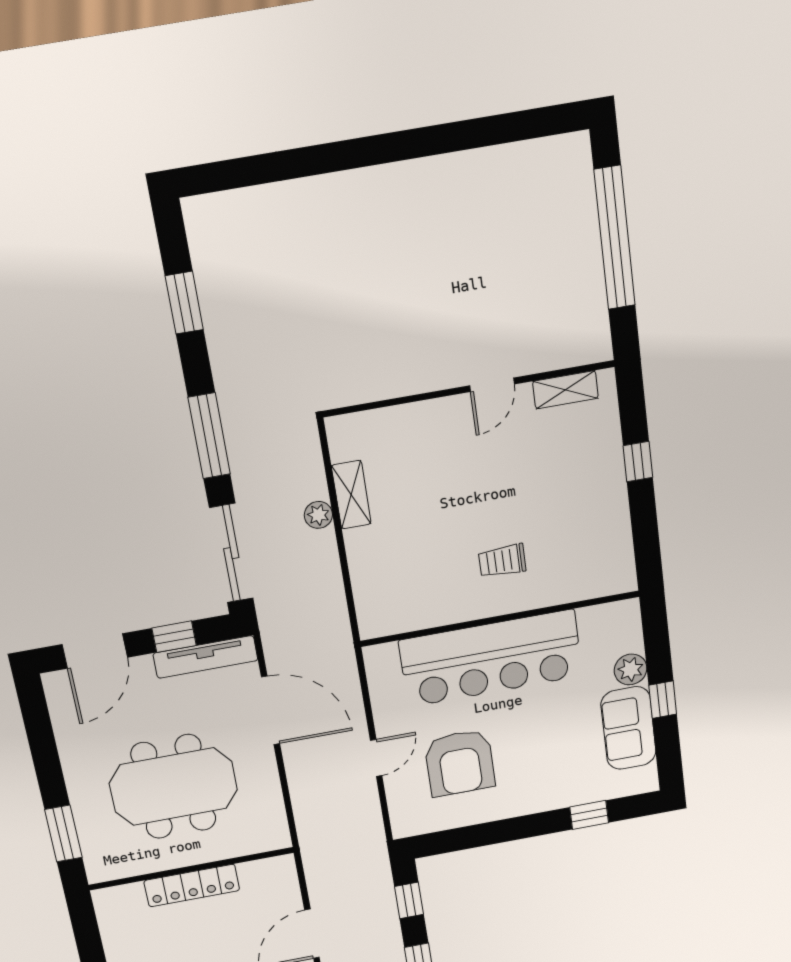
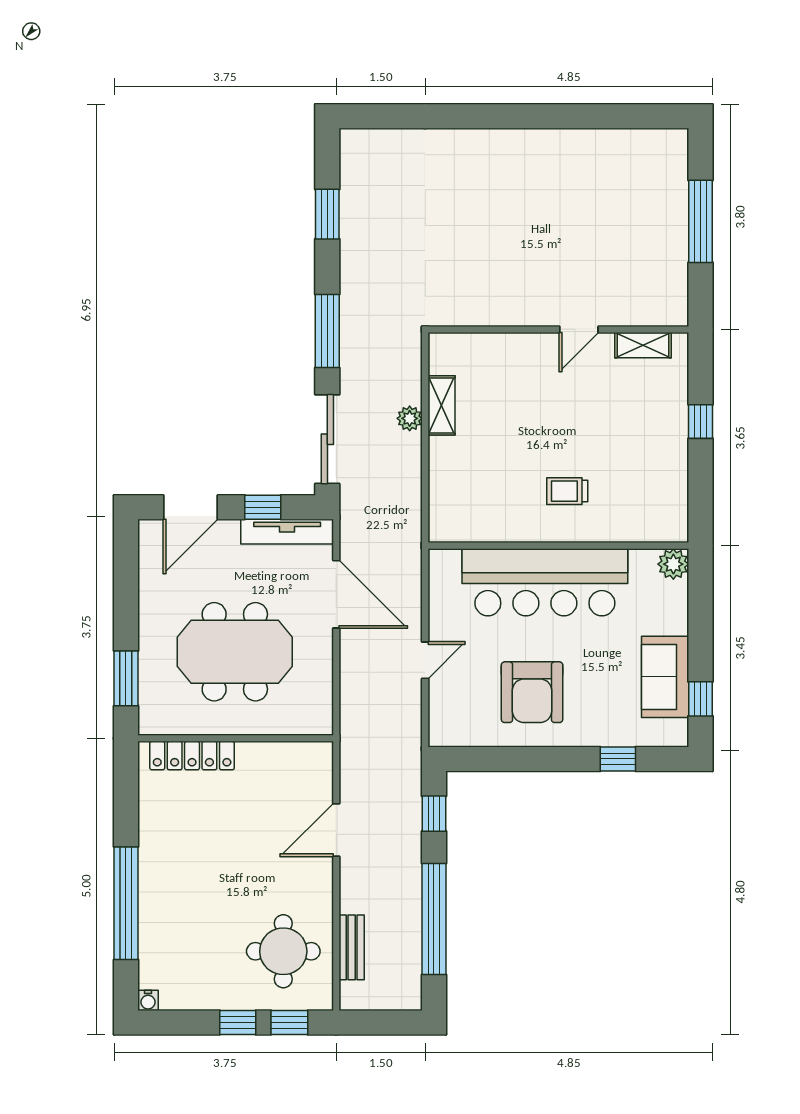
window: (615, 238) -> (701, 221), width x0.68
plant: (631, 669) -> (673, 564), moved
window: (663, 700) -> (701, 699), moved
armchair: (460, 763) -> (532, 692), moved
locker: (192, 886) -> (192, 756), moved

